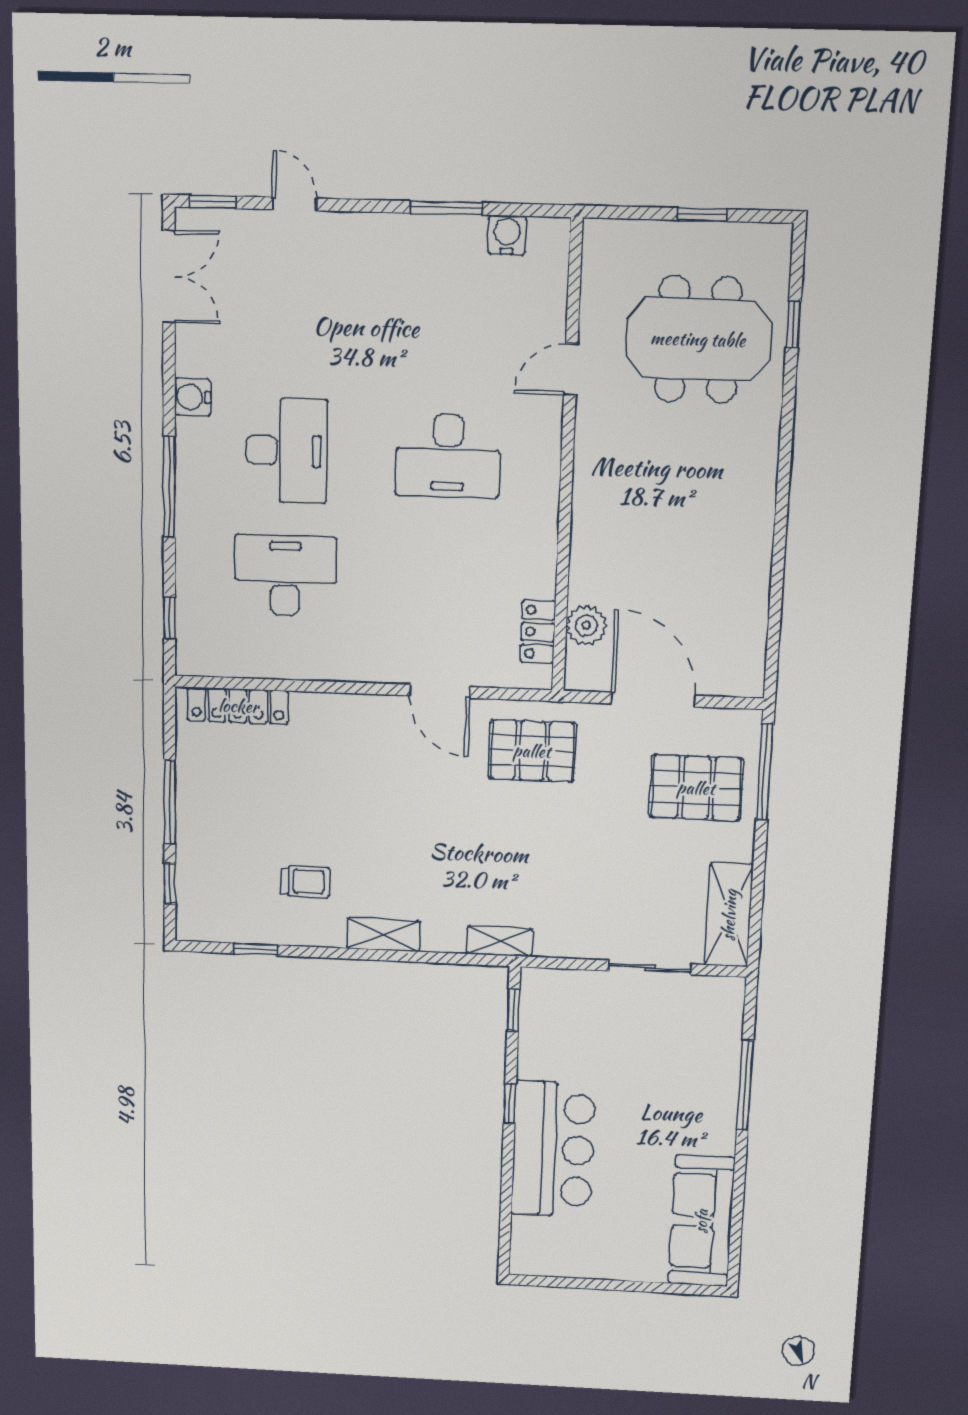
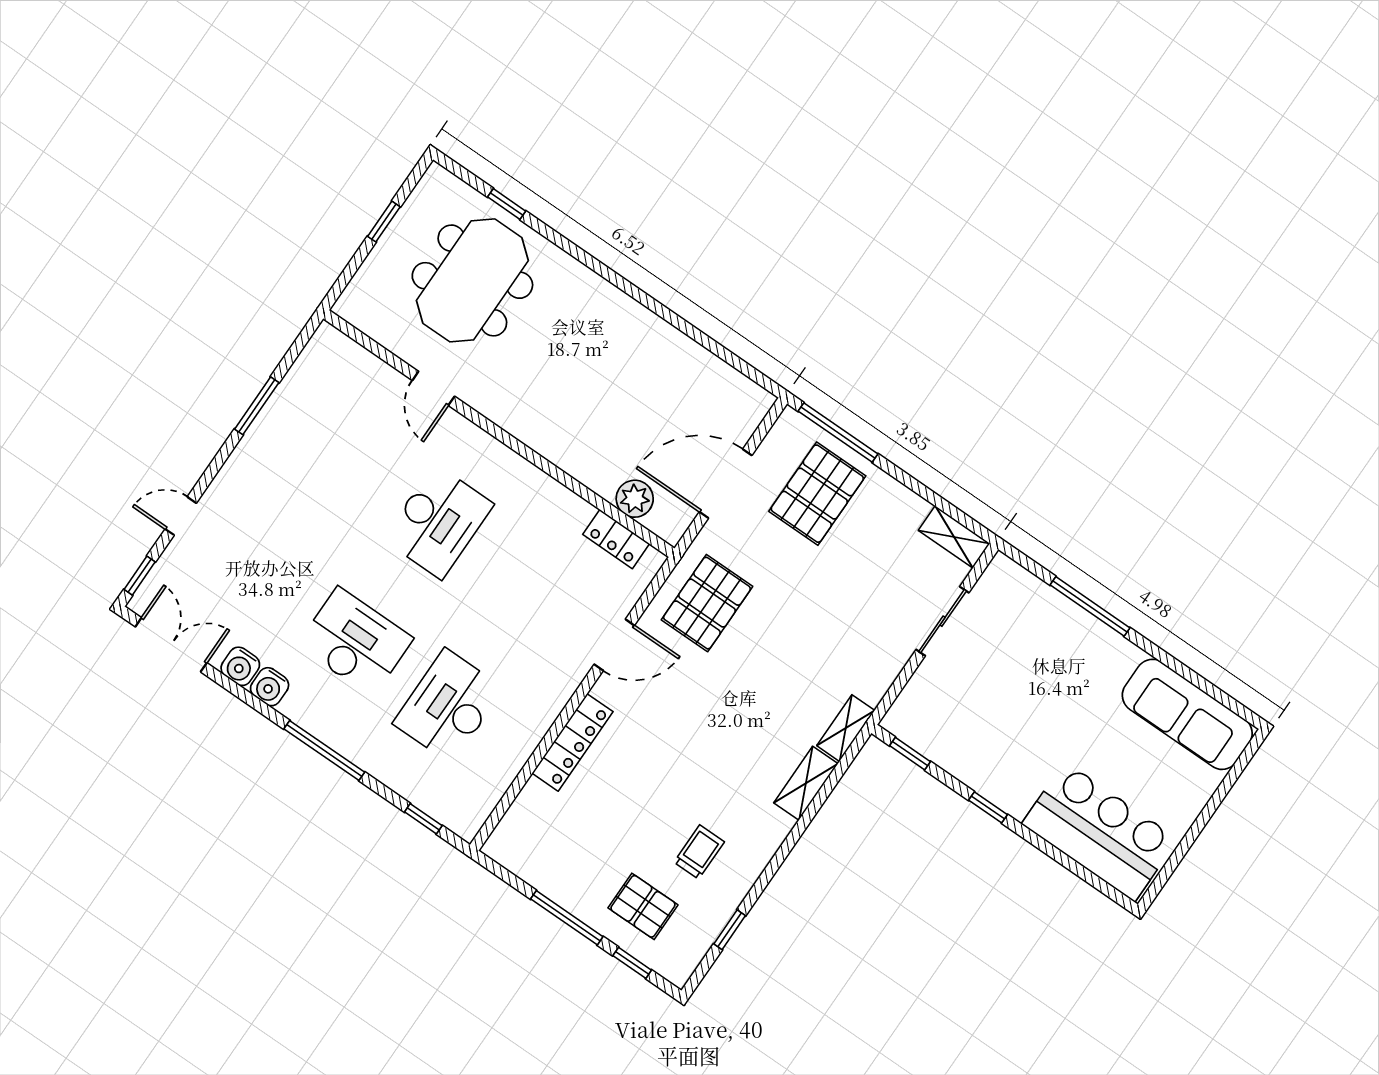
water cooler: (507, 235) -> (240, 666), moved, turned -90
locker: (238, 706) -> (573, 742), moved
pallet: (225, 862) -> (643, 906), added
shelving: (729, 915) -> (954, 537), width x0.67, depth x0.75
shelving: (383, 935) -> (806, 783), moved
bar counter: (553, 1149) -> (1100, 832), moved

